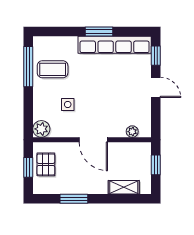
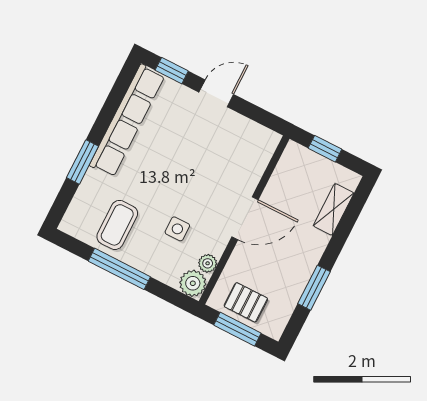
window: (99, 31) -> (83, 162), moved
window: (28, 67) -> (119, 269), moved
plant: (132, 132) -> (208, 263), moved
window: (28, 167) -> (237, 329), width x1.50

